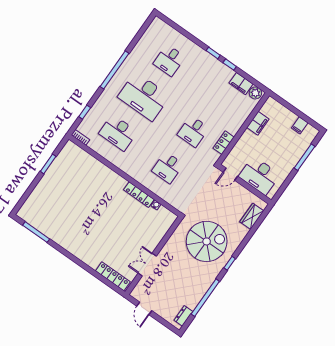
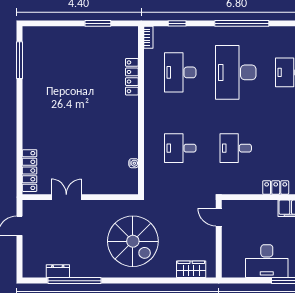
locker: (224, 143) -> (276, 187), moved
desk: (259, 176) -> (267, 261), moved, turned -90
locker: (139, 195) -> (132, 77), moved
window: (230, 263) -> (127, 281), removed
dresser: (183, 316) -> (58, 271), moved

